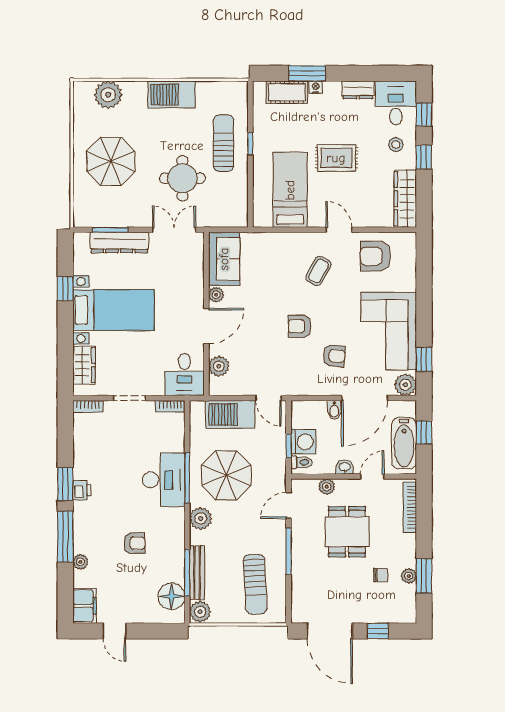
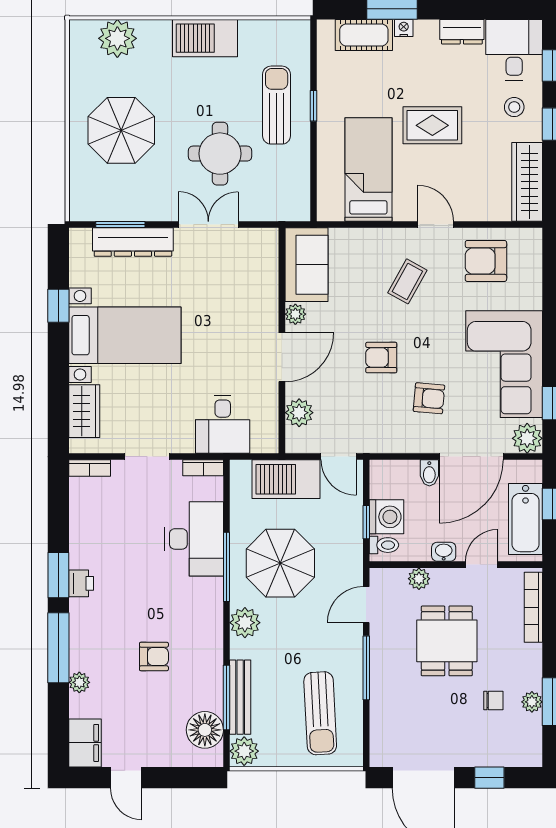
sofa: (224, 259) -> (306, 265), moved
plant: (216, 295) -> (295, 314), moved
wall: (206, 314) -> (282, 341), moved
door: (206, 326) -> (282, 357), moved
plant: (219, 366) -> (299, 413), moved
desk: (164, 480) -> (194, 539), moved

